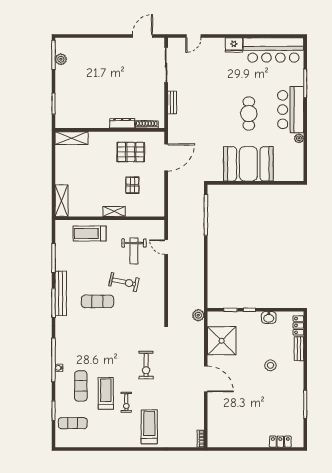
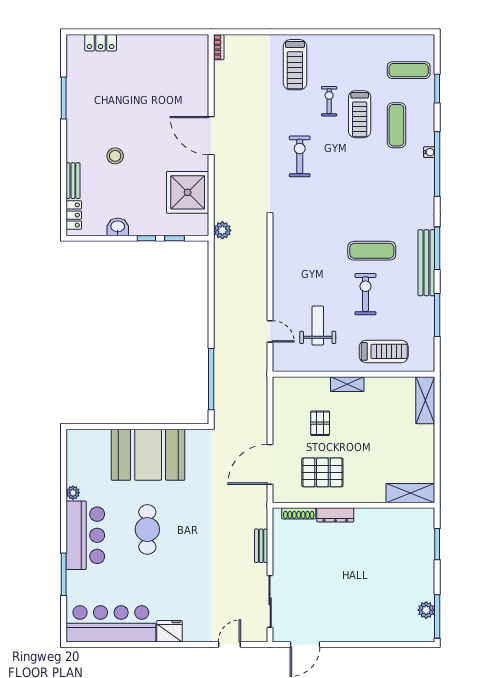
exercise bike: (124, 282) -> (365, 294), moved, turned 78

